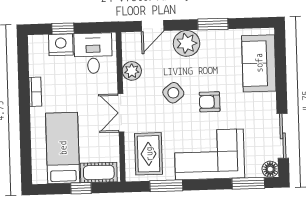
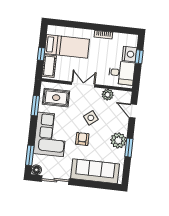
plant: (187, 43) -> (118, 140), moved
sofa: (259, 63) -> (95, 171), width x1.36

